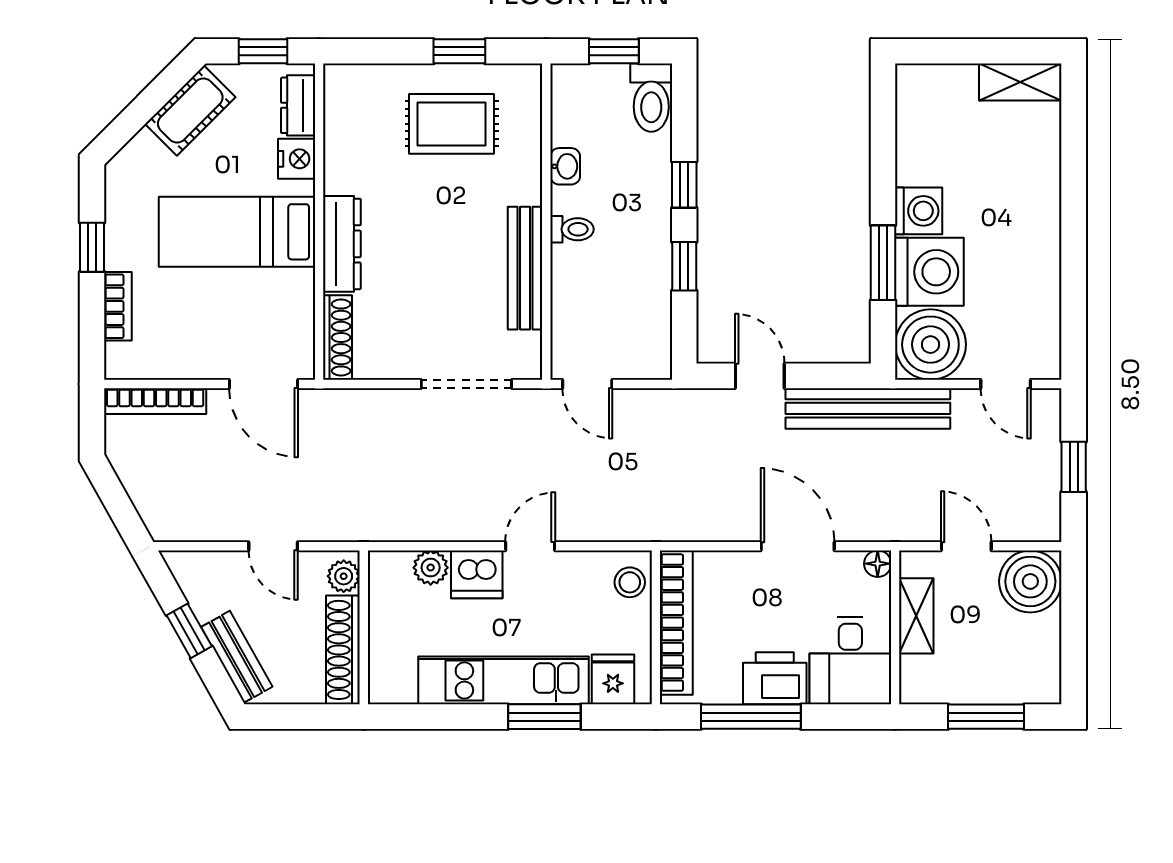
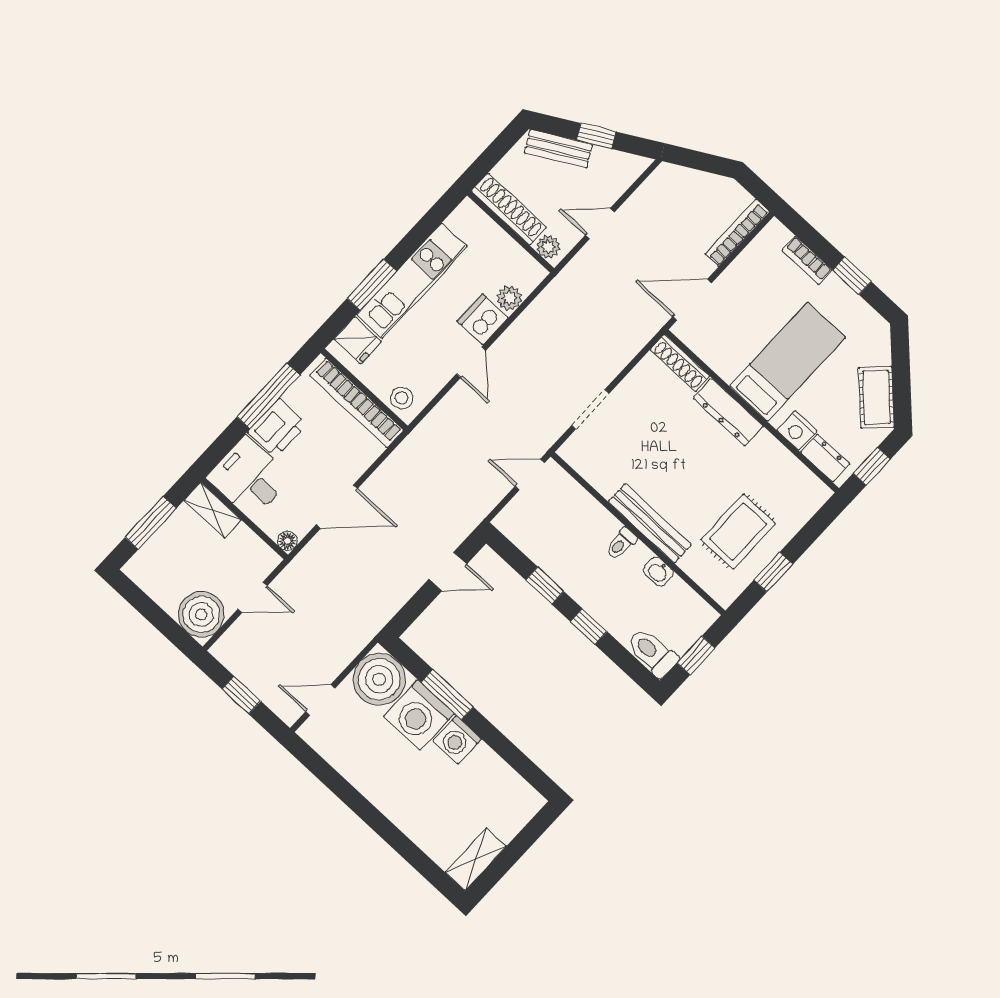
bench: (525, 268) -> (650, 523), moved
doorway: (466, 384) -> (590, 409), width x0.73
bench: (868, 408) -> (376, 613), removed
shelving: (916, 616) -> (213, 510), moved

